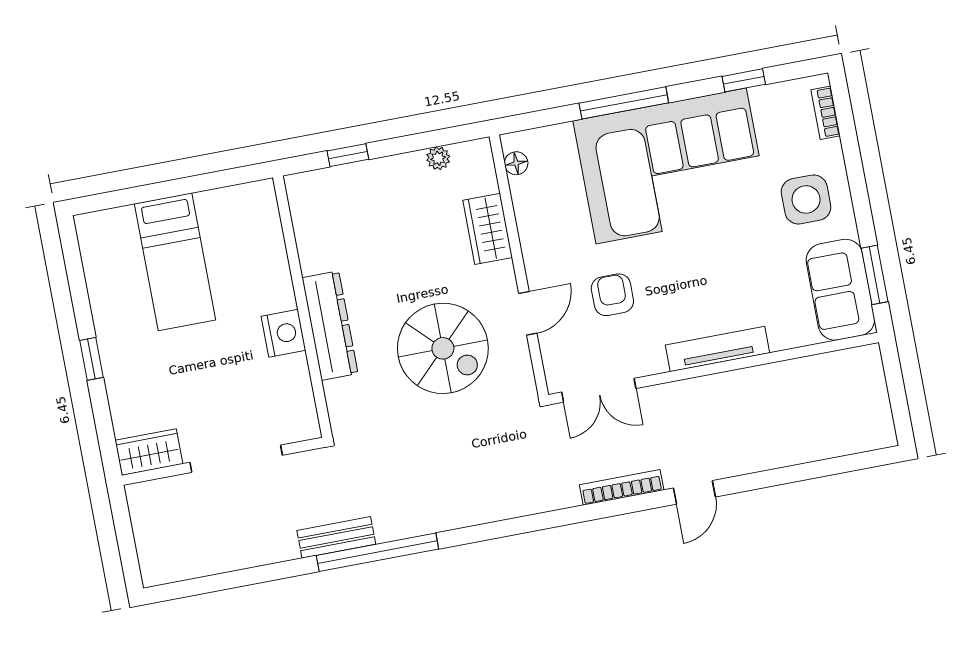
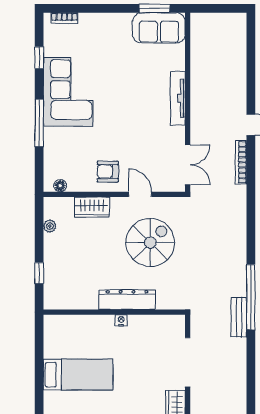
corner sofa: (671, 166) -> (68, 92), width x0.73, depth x0.74
side table: (806, 199) -> (108, 37), removed
armchair: (612, 295) -> (108, 172), moved
nightstand: (283, 333) -> (121, 320), width x0.53, depth x0.56

